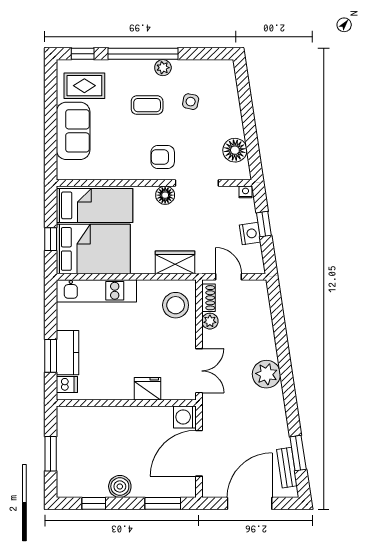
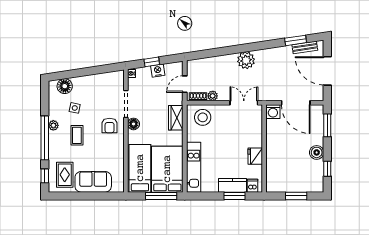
floor lamp: (235, 150) -> (65, 86), moved
window: (51, 239) -> (161, 196), width x2.17
fridge: (147, 389) -> (255, 156), moved

